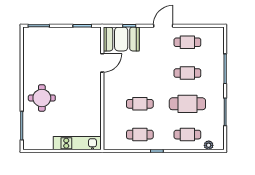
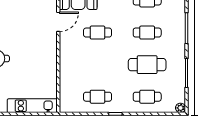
cafe table: (140, 104) -> (98, 33), moved
plant: (209, 145) -> (180, 108), moved

